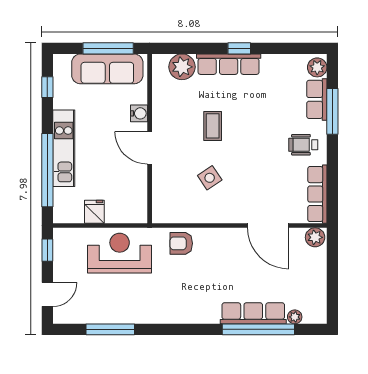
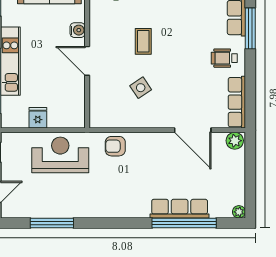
plant: (295, 317) -> (239, 212), moved

